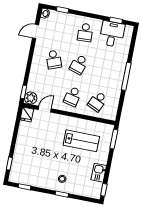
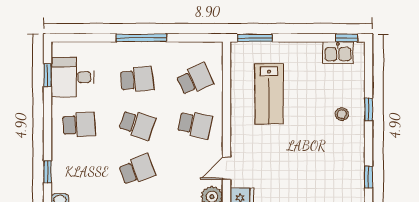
school desk: (104, 69) -> (137, 79), added
school desk: (97, 101) -> (195, 79), turned -48
door: (45, 109) -> (226, 168), hinge flipped
lab bench: (81, 141) -> (269, 94), turned 180
kitchen sink: (99, 173) -> (338, 53), moved

